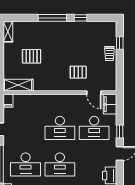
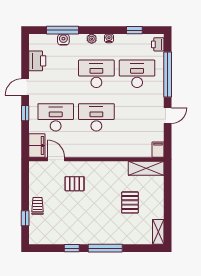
pallet: (32, 56) -> (130, 202), turned 90

